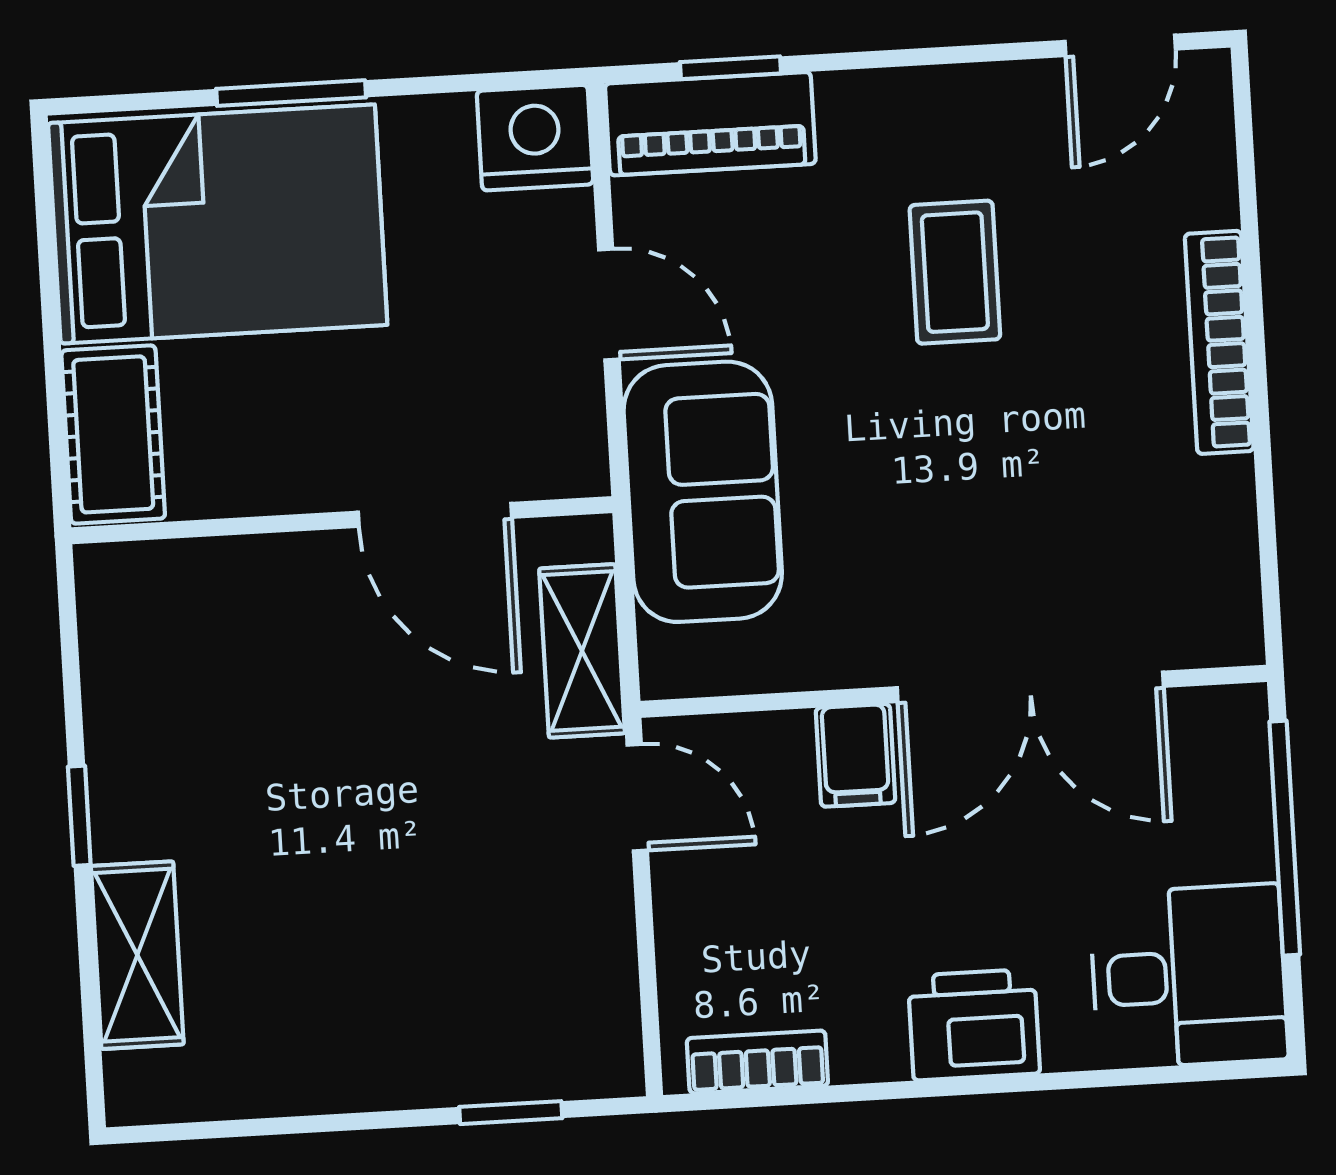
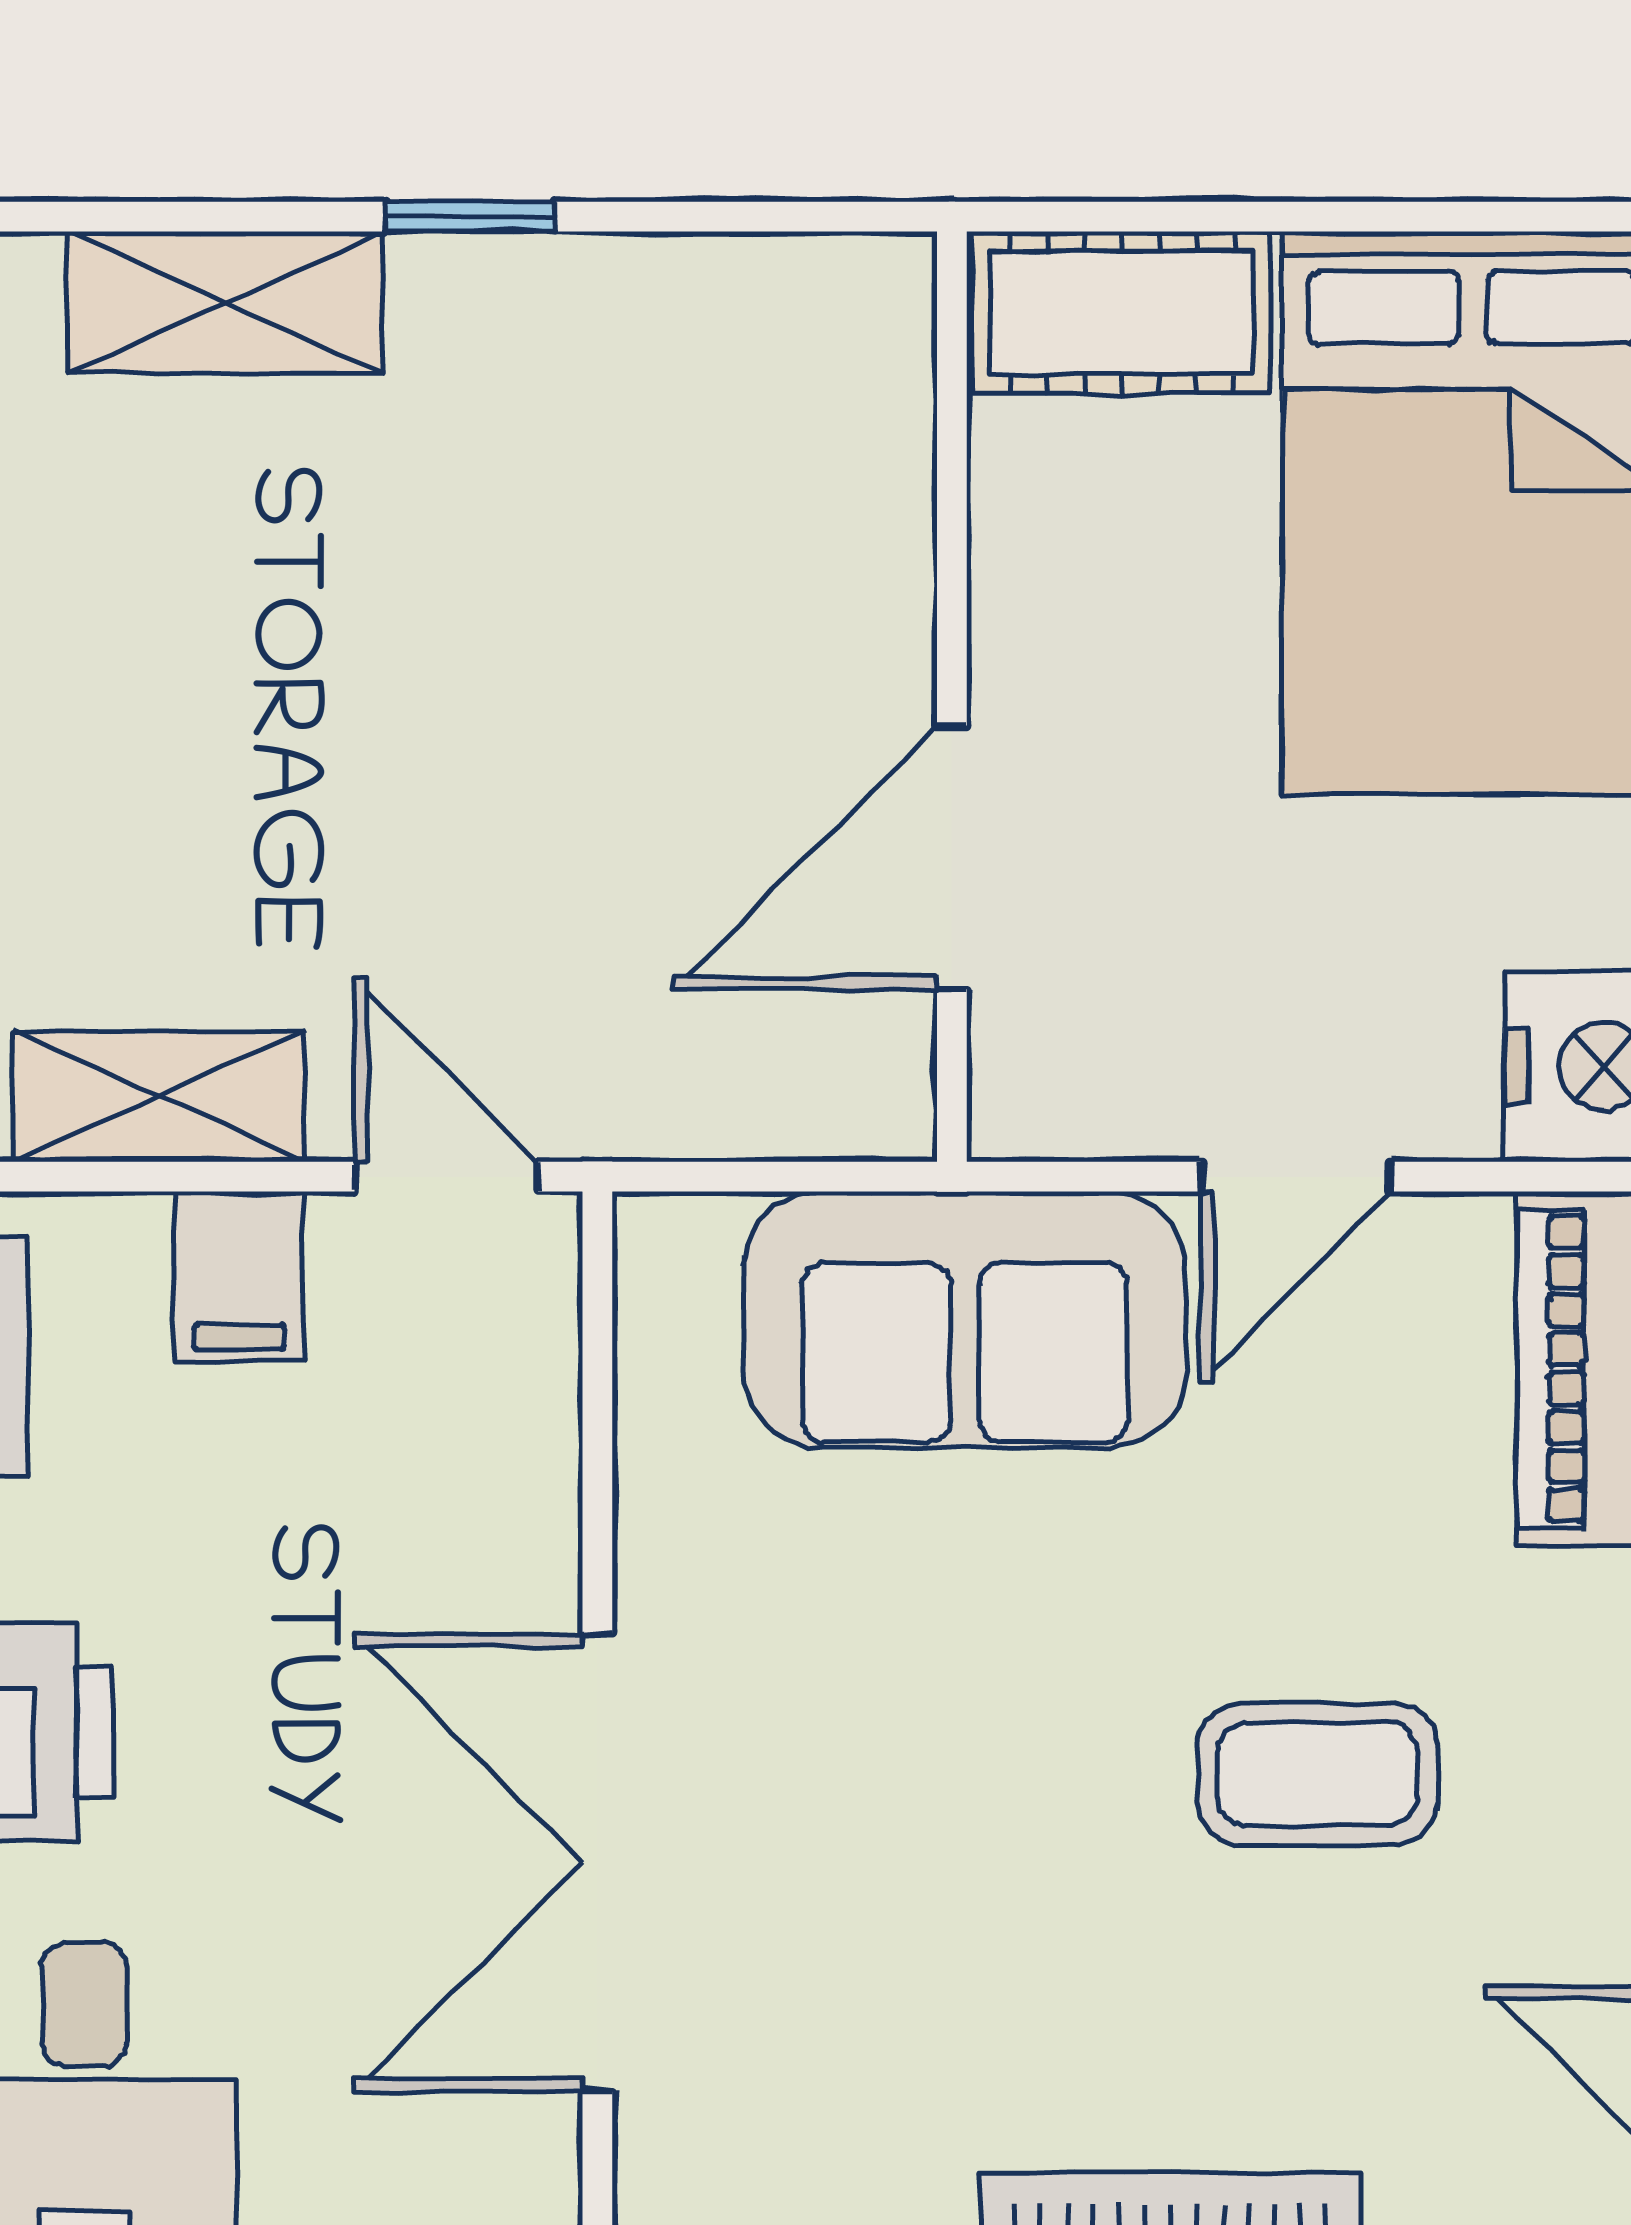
shelving: (582, 651) -> (159, 1096), moved
filing cabinet: (855, 755) -> (239, 1277), moved, turned -90
door: (637, 798) -> (446, 1177), swing flipped

